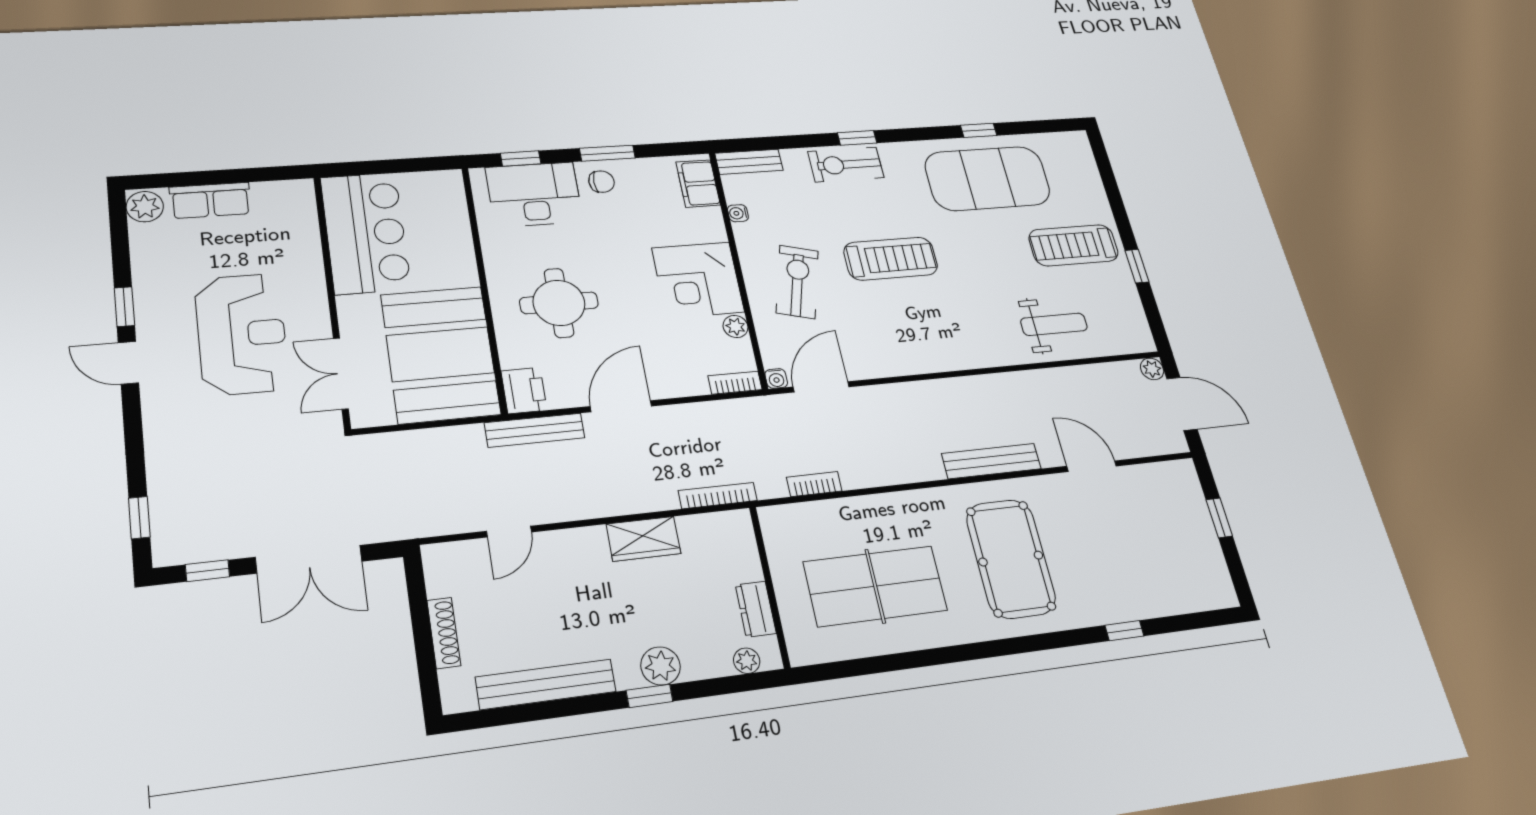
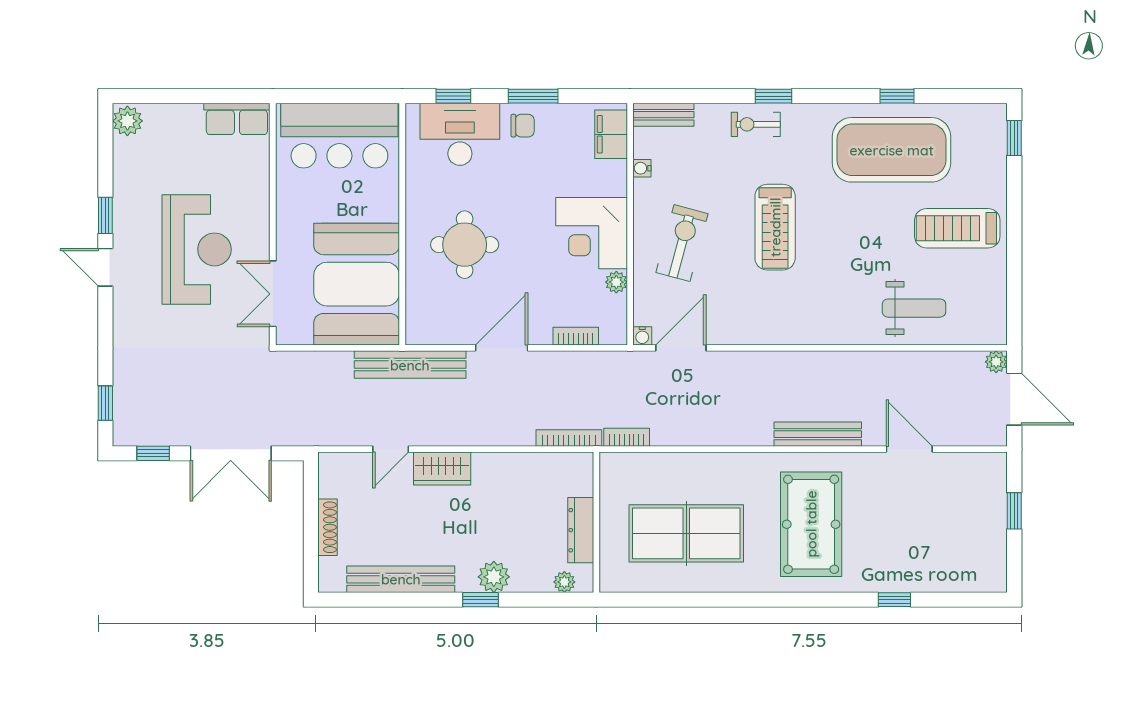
exercise bike: (846, 165) -> (756, 124), width x0.73, depth x0.72
row of seats: (210, 200) -> (237, 119), moved
bar counter: (366, 233) -> (339, 136), moved, turned 90
treadmill: (891, 259) -> (775, 227), turned 90
window: (1137, 266) -> (1014, 138), moved
bookcase: (735, 383) -> (576, 336), moved
printer: (524, 391) -> (422, 325), removed
bench: (535, 430) -> (410, 365), width x1.37, depth x1.21
bookcase: (814, 484) -> (627, 437), moved
wardrobe: (643, 539) -> (442, 469), moved
dresser: (756, 609) -> (581, 530), width x1.44

